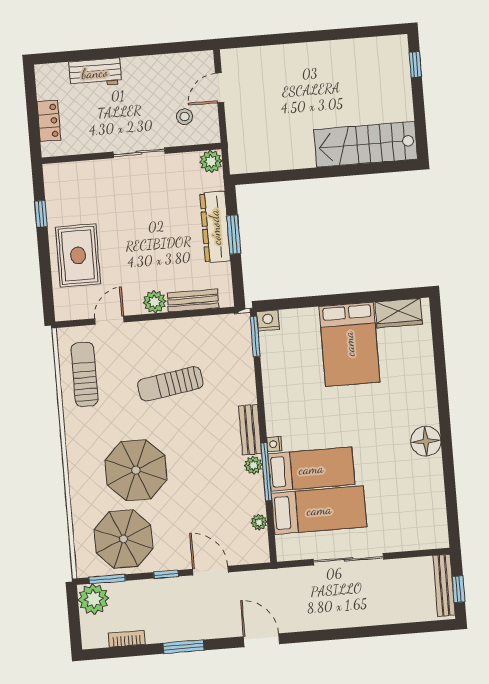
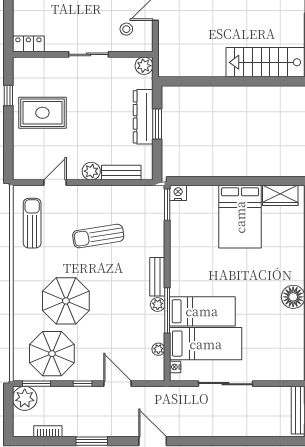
locker: (49, 121) -> (28, 44), moved, turned -90
rug: (78, 255) -> (42, 113), moved, turned 90
nightstand: (274, 444) -> (175, 367), moved

